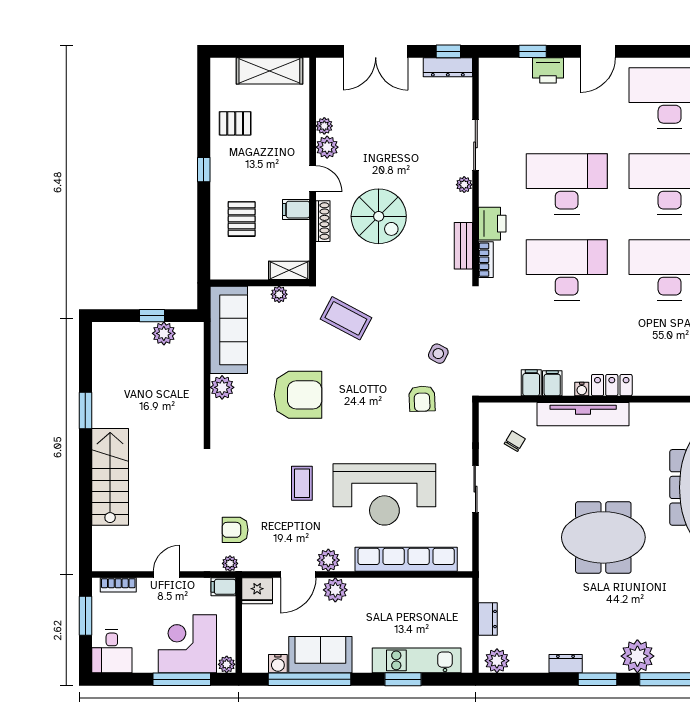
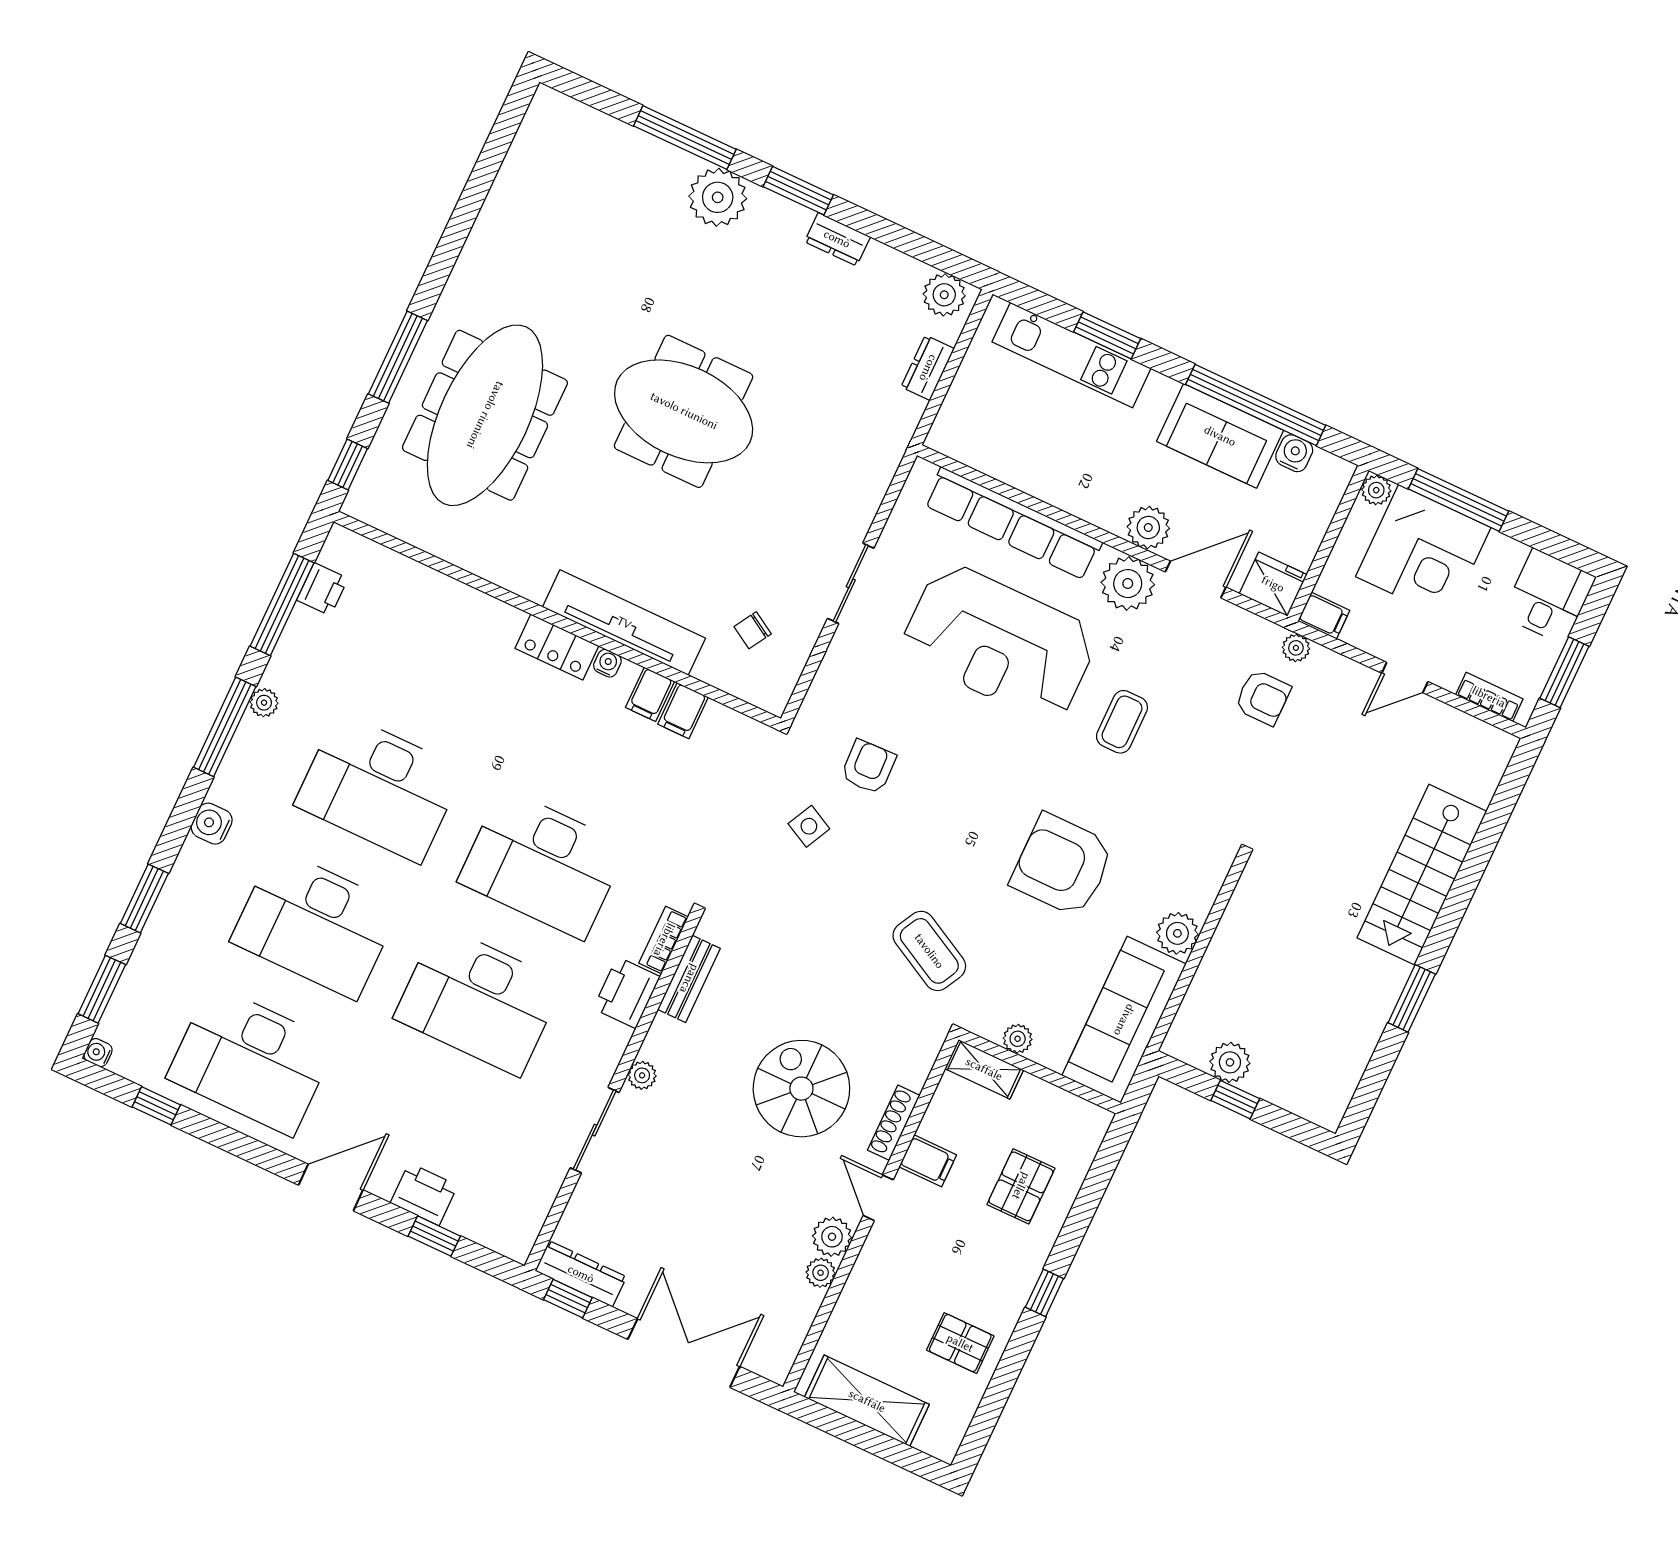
reception desk: (384, 494) -> (999, 643), turned 180
plant: (328, 560) -> (1128, 584), width x1.36, depth x1.36

